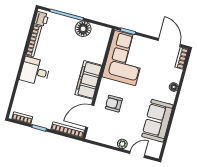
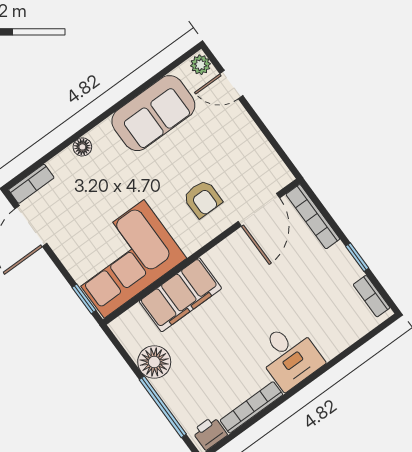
filing cabinet: (88, 80) -> (180, 295), moved
door: (90, 116) -> (259, 210), hinge flipped
plant: (122, 144) -> (200, 65), moved

